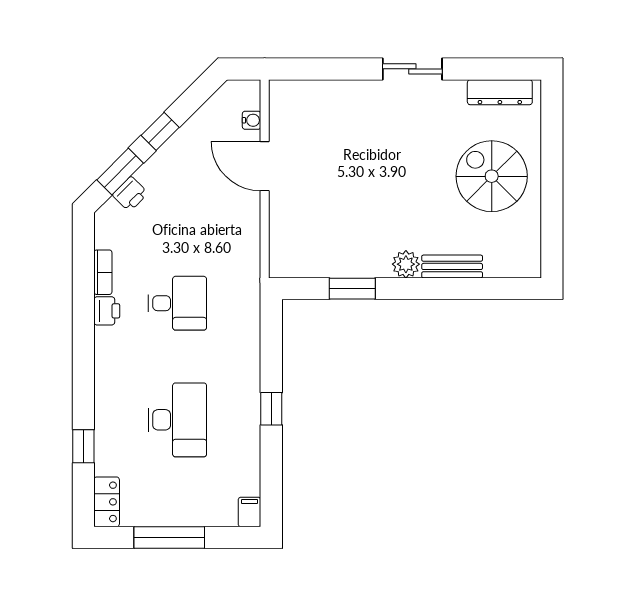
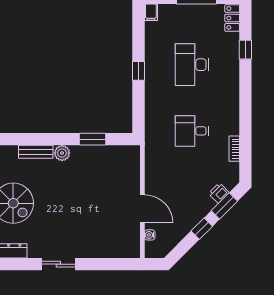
printer: (107, 311) -> (232, 127), removed

